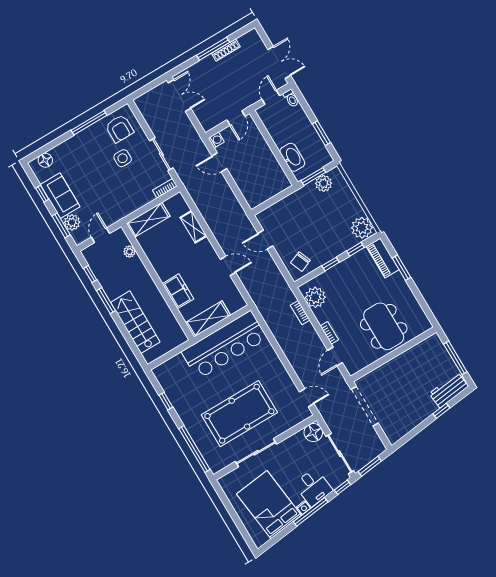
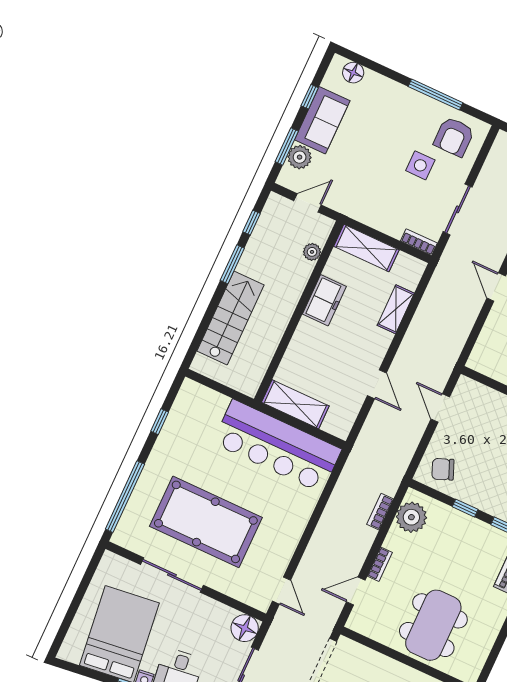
freezer: (178, 291) -> (324, 300), moved

